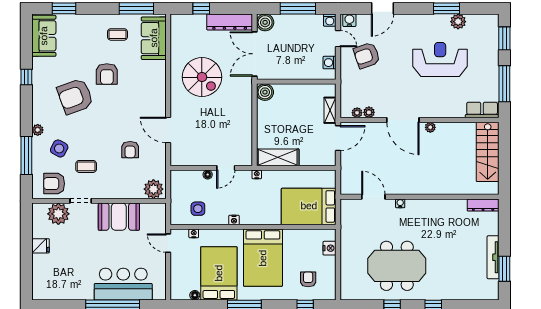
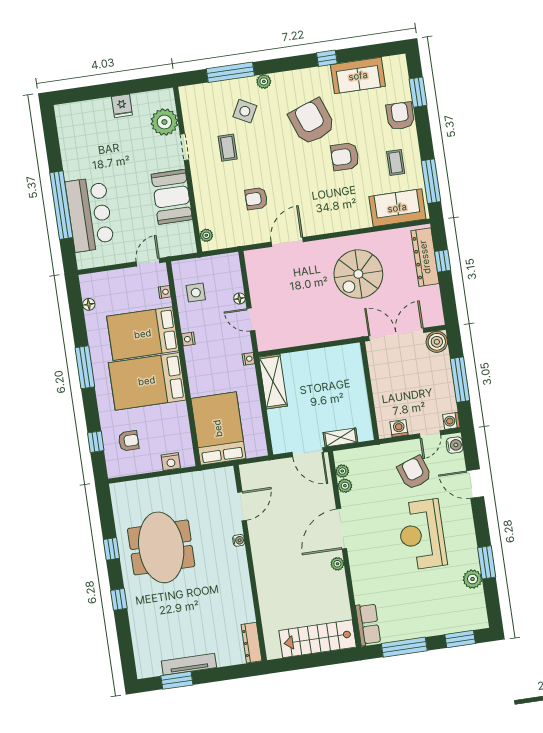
dresser: (230, 22) -> (425, 257), moved
sofa: (44, 36) -> (358, 76), moved
reception desk: (440, 59) -> (422, 534), moved, turned 180
boiler: (265, 92) -> (351, 354), removed
armchair: (54, 184) -> (400, 116), moved
plant: (153, 189) -> (206, 235), width x0.53, depth x0.53
bed: (219, 273) -> (143, 334), moved, turned 180

